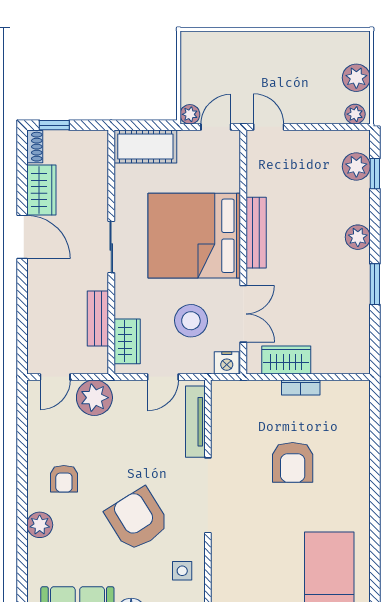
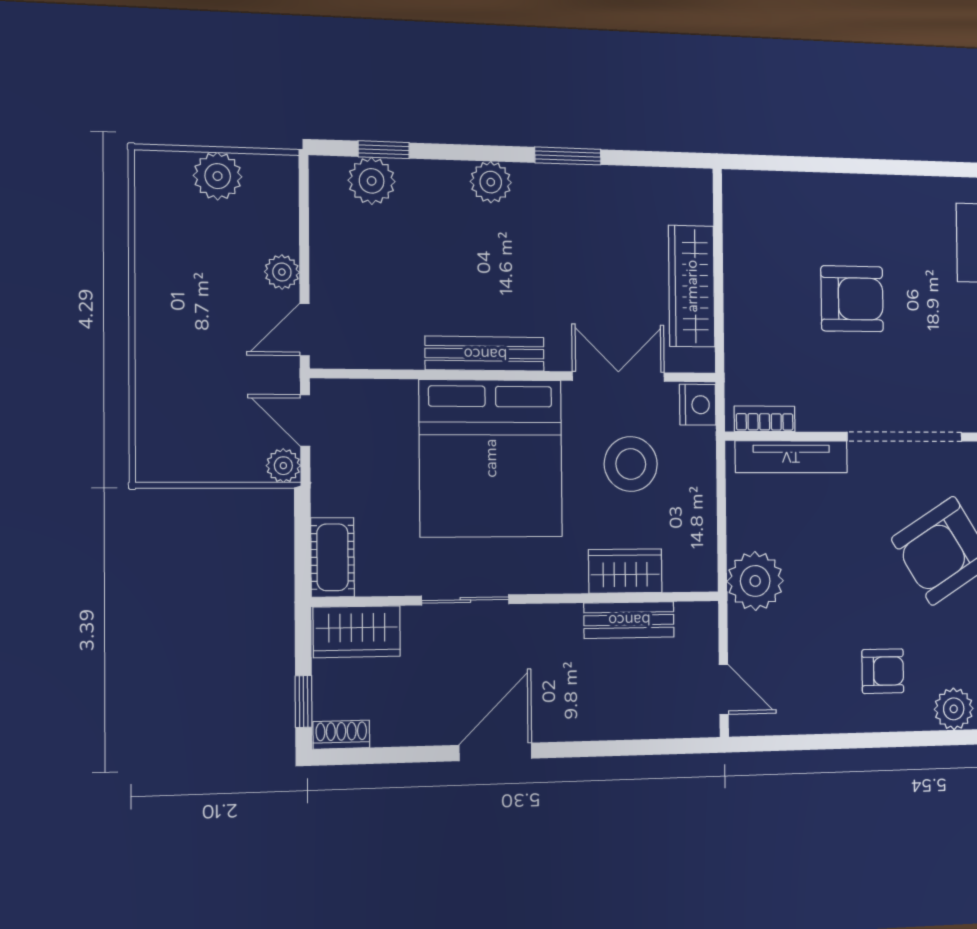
plant: (355, 114) -> (282, 272), moved
cot: (145, 146) -> (332, 557), width x0.73, depth x0.75
wardrobe: (41, 190) -> (357, 632), moved, turned 180
sliding door: (111, 247) -> (465, 600), moved
wardrobe: (127, 341) -> (625, 571), moved
wardrobe: (286, 360) -> (692, 286), width x1.50
door: (163, 377) -> (721, 510), removed
bookcase: (301, 387) -> (765, 419), moved, turned -90
plant: (94, 398) -> (755, 581), moved

